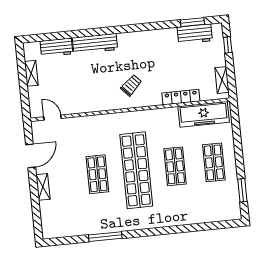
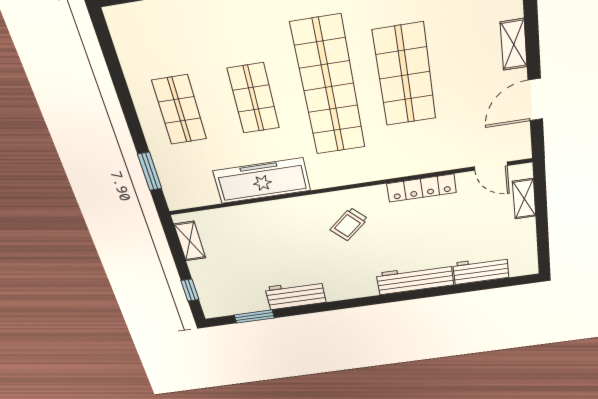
workbench: (195, 34) -> (296, 295), moved
shelving: (31, 73) -> (524, 199), moved
locker: (181, 97) -> (422, 188), moved
freezer: (204, 114) -> (262, 181), moved
shop shelf: (97, 174) -> (405, 75), width x1.43, depth x1.36
window: (242, 190) -> (150, 171), moved

